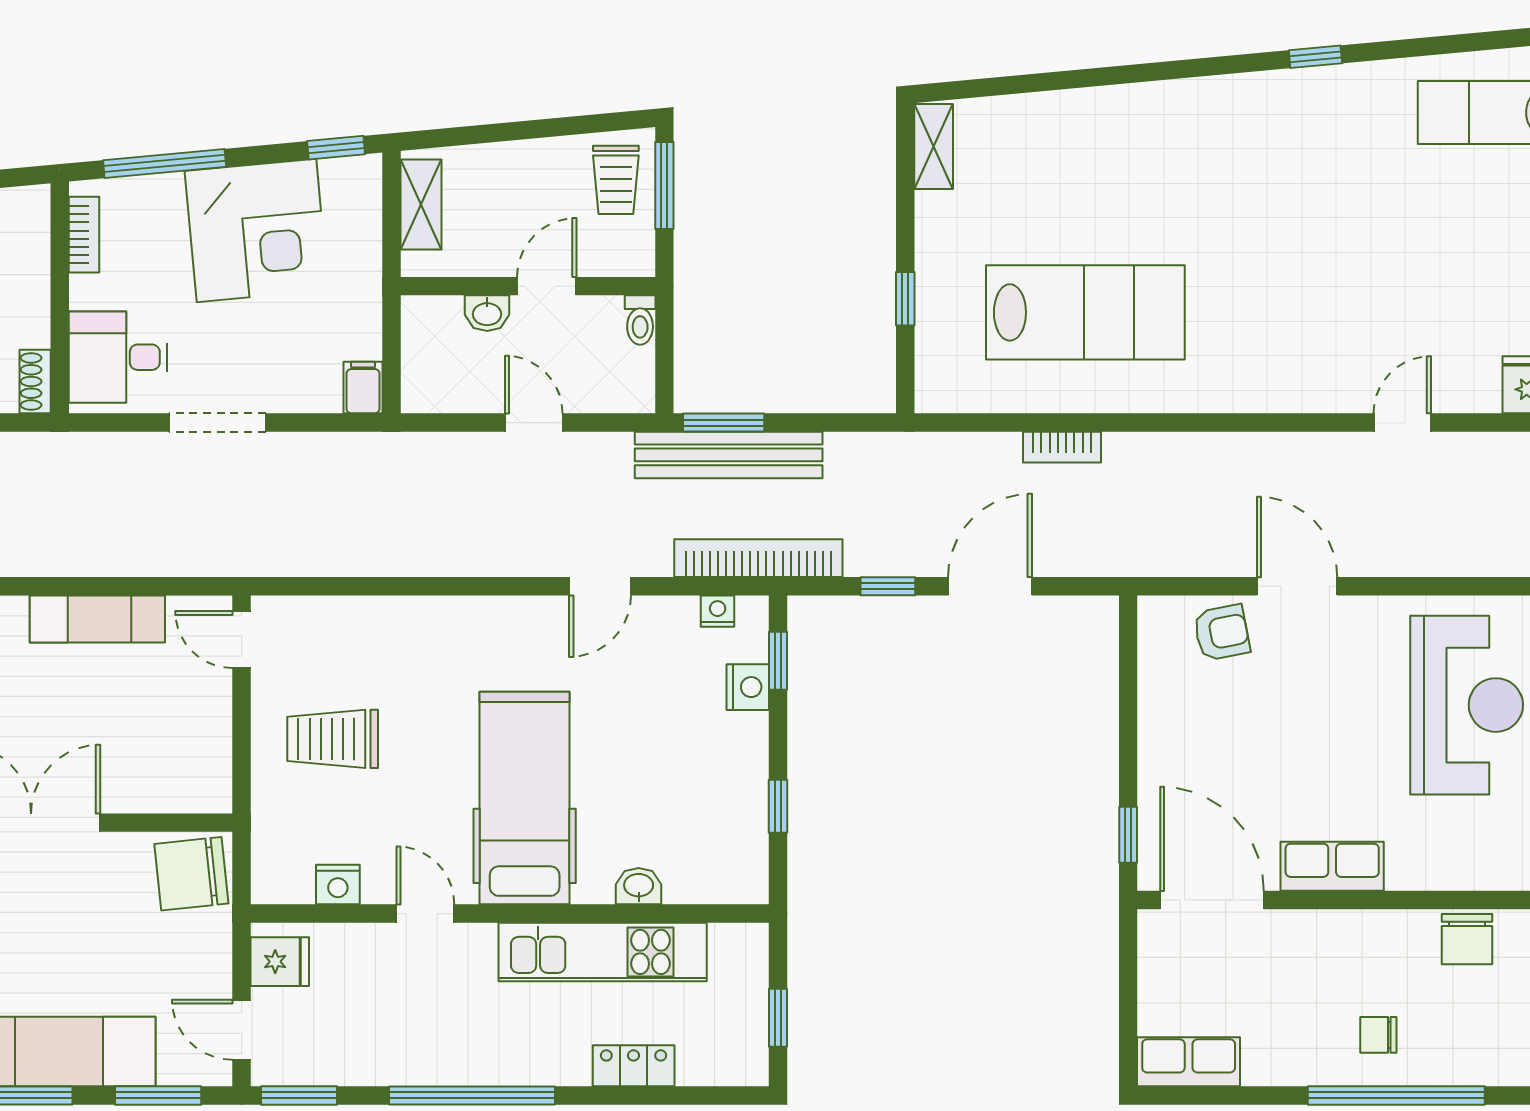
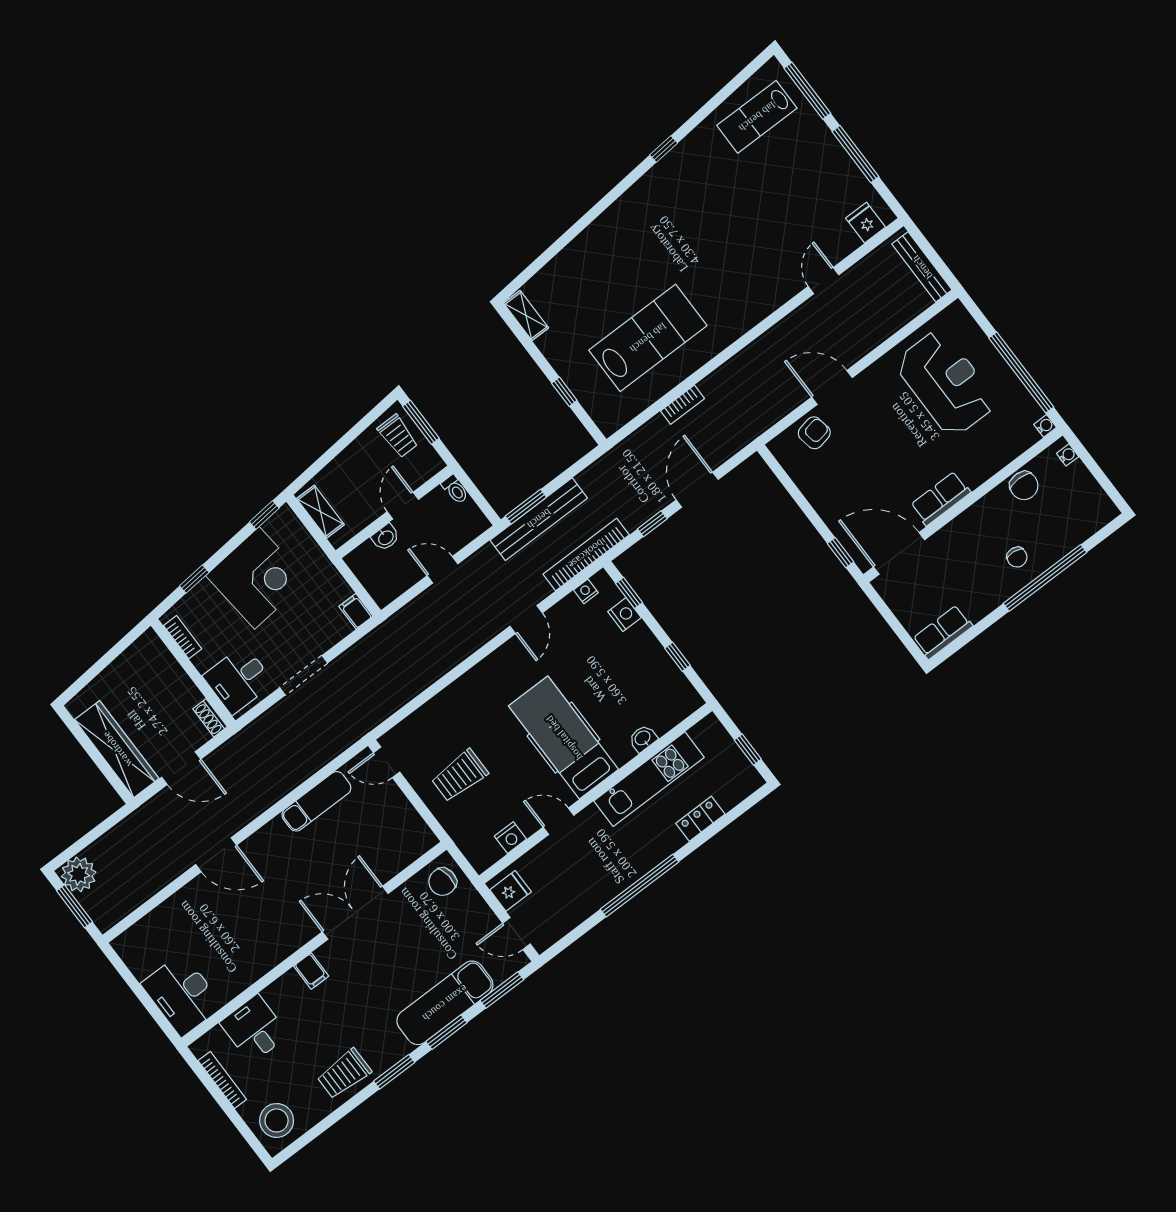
window: (165, 164) -> (194, 579), width x0.46
chair: (191, 874) -> (443, 882), width x0.73, depth x0.73
chair: (1378, 1035) -> (1017, 557), turned -84
window: (299, 1095) -> (564, 943), removed

